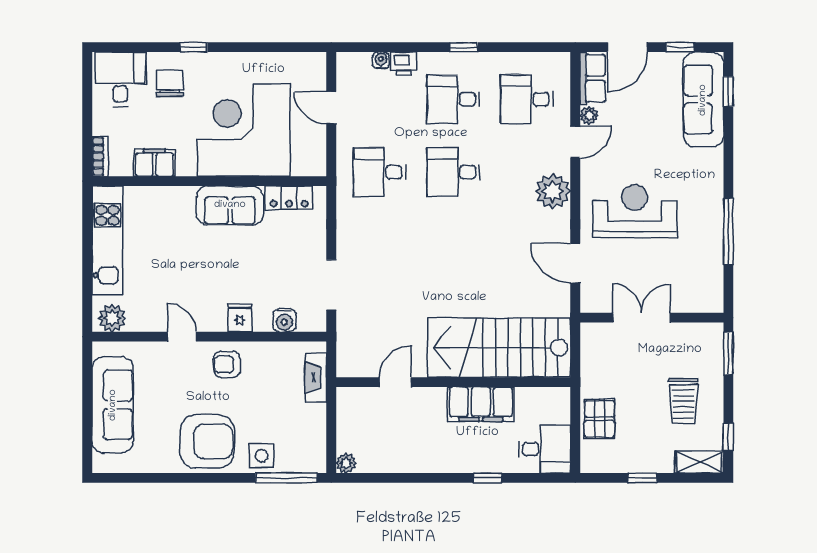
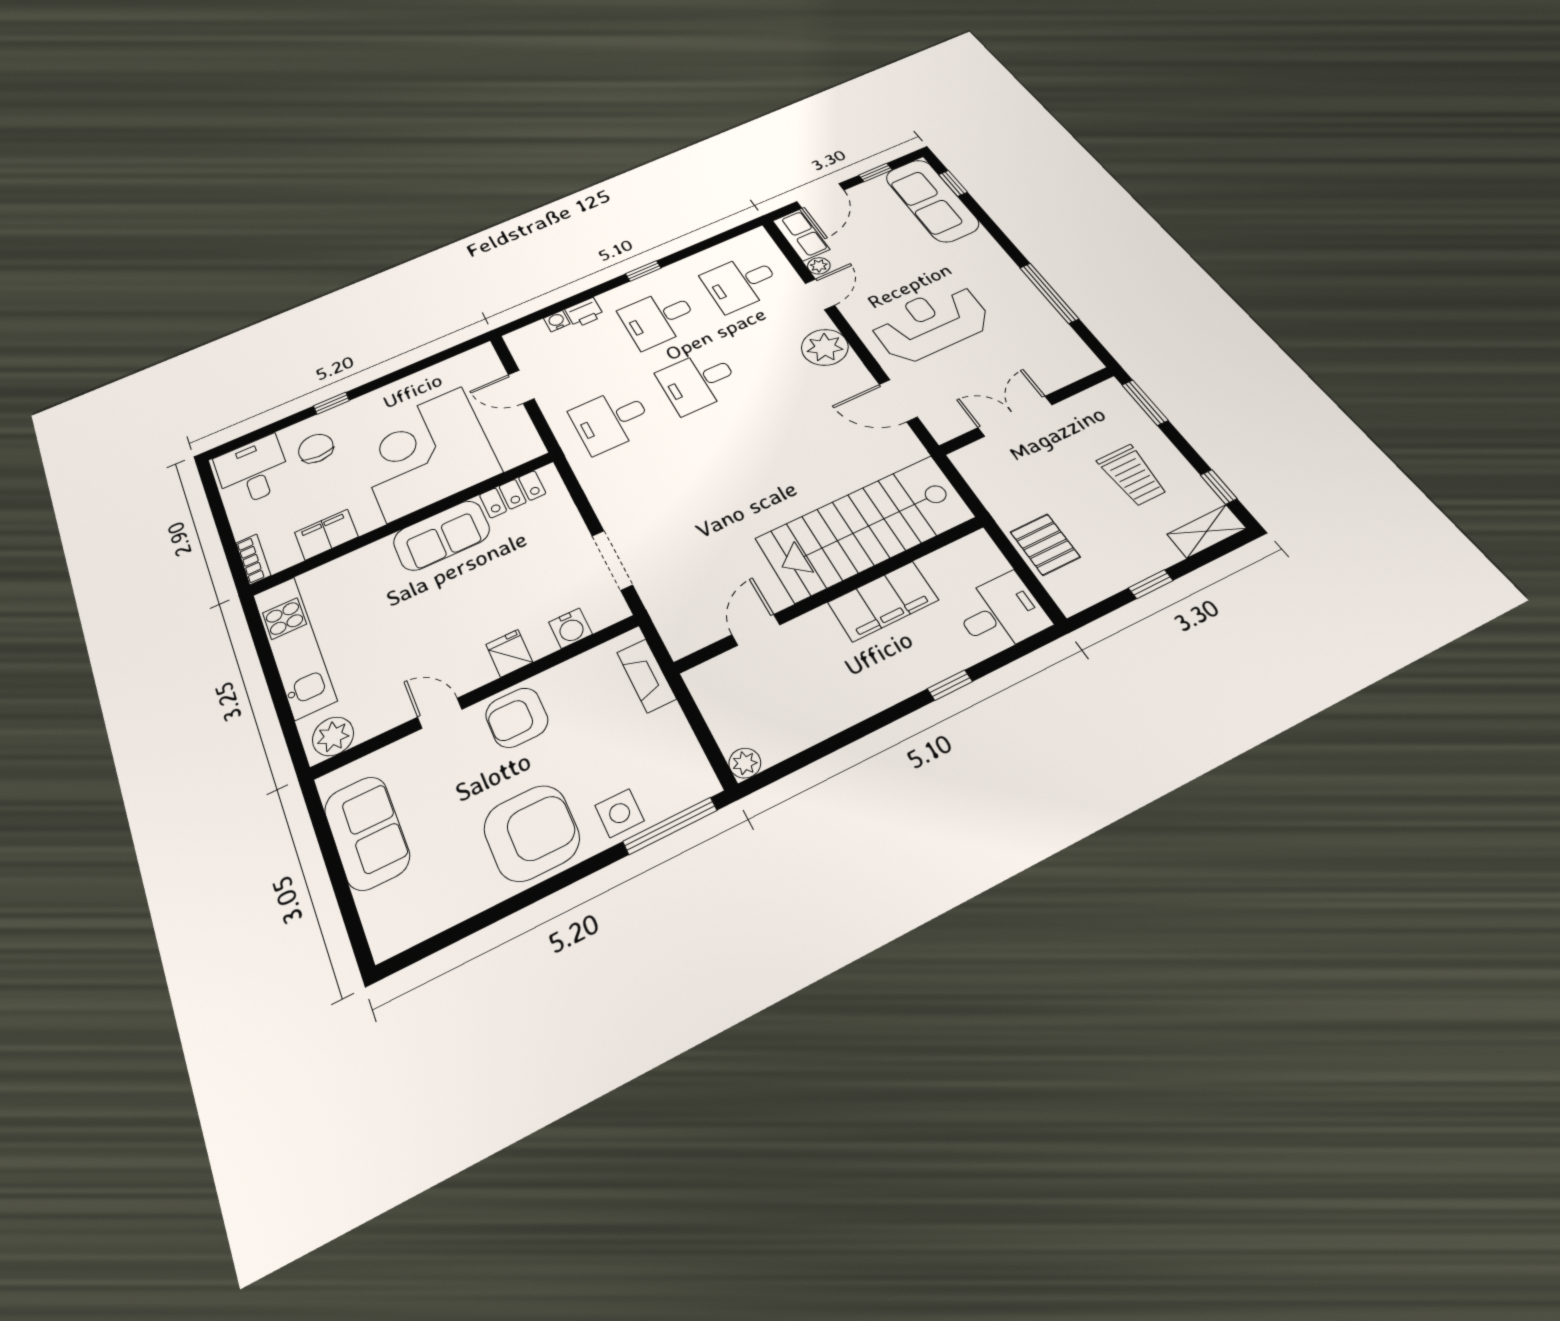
armchair: (227, 364) -> (517, 718), width x1.38, depth x1.38
sofa: (113, 405) -> (367, 833), width x0.73

